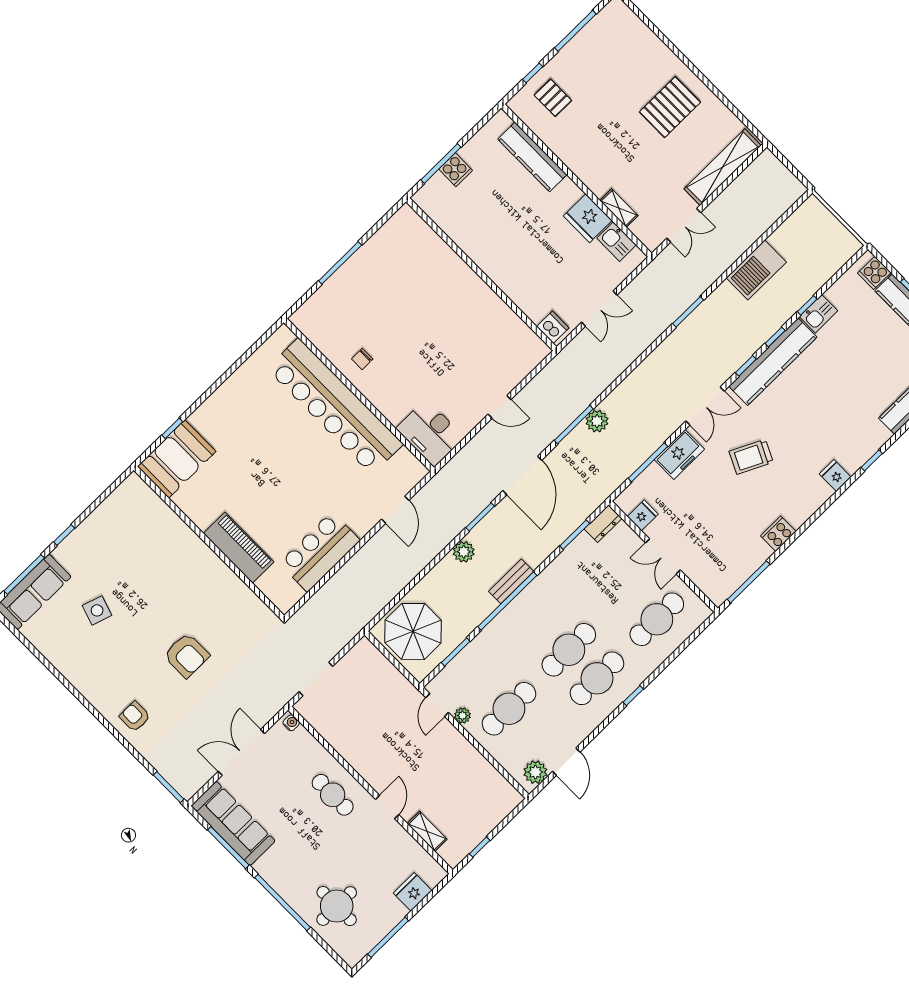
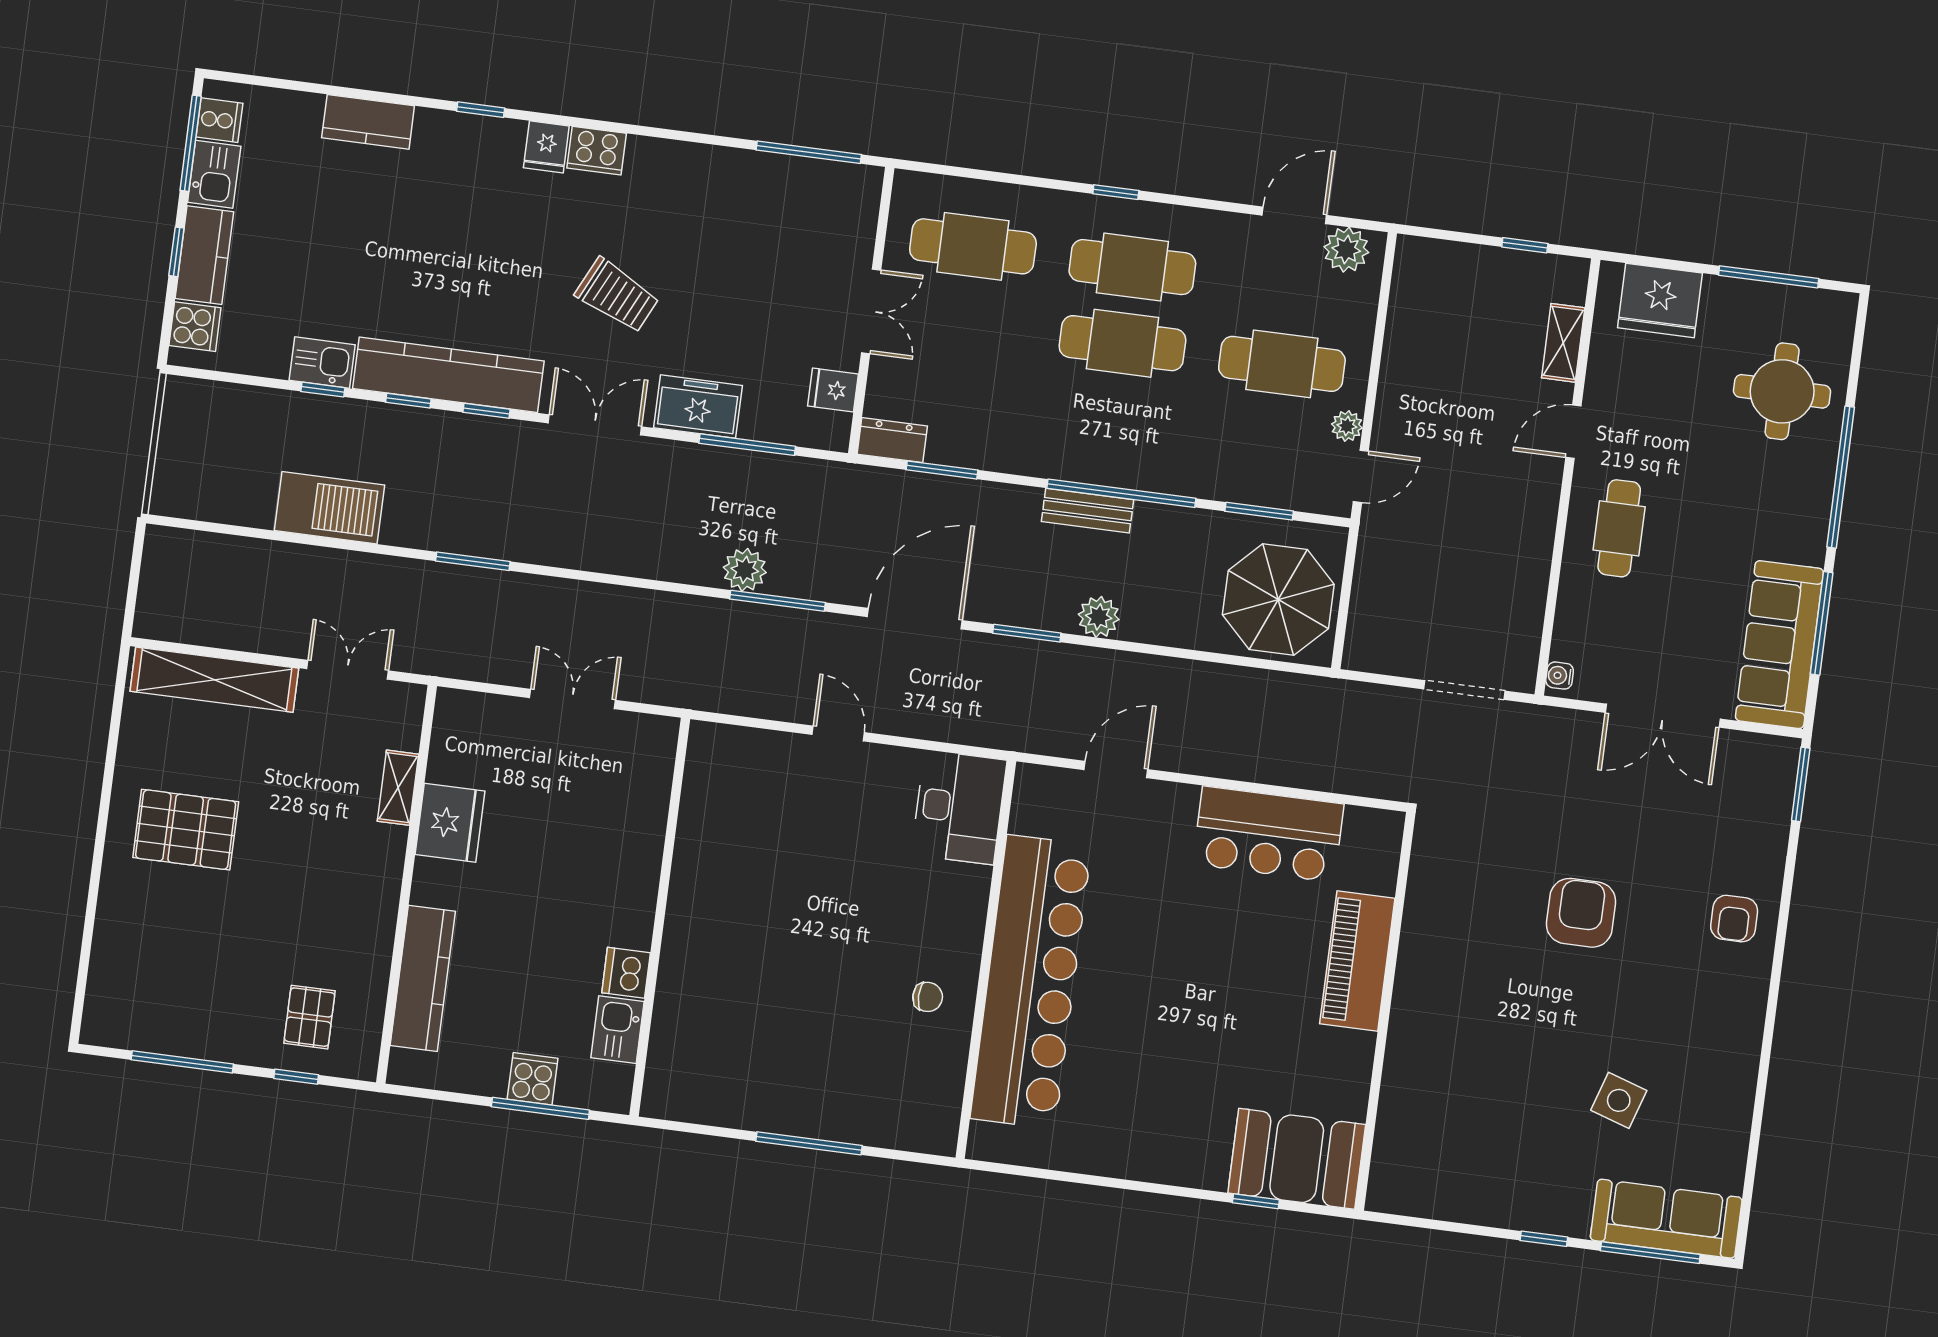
kitchen sink: (617, 242) -> (618, 1030), moved, turned 180
dishwasher: (553, 327) -> (626, 973), moved
cooker: (778, 534) -> (597, 151), moved
fridge: (413, 892) -> (1660, 300), width x1.36, depth x1.34

